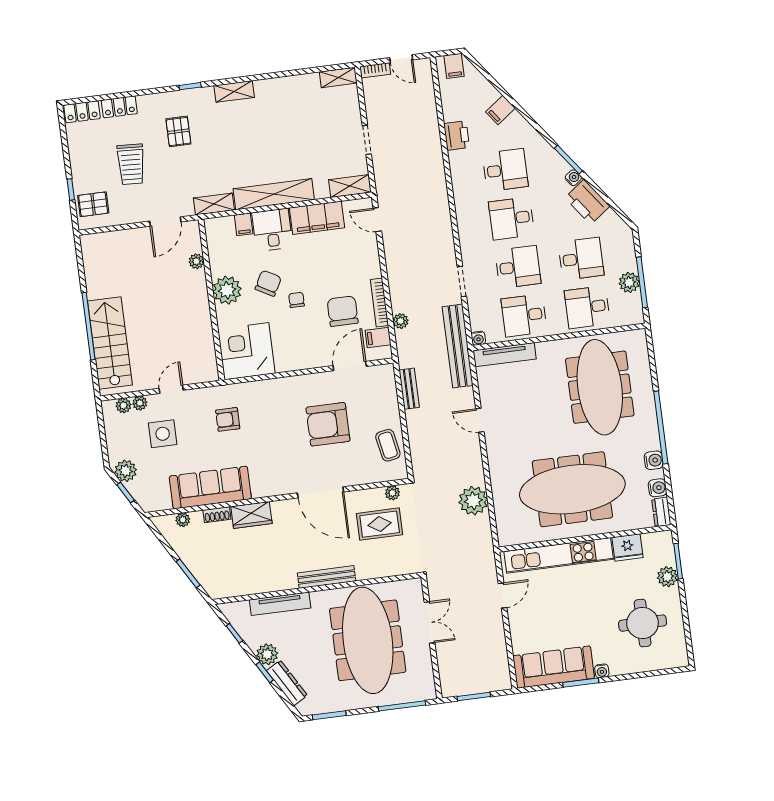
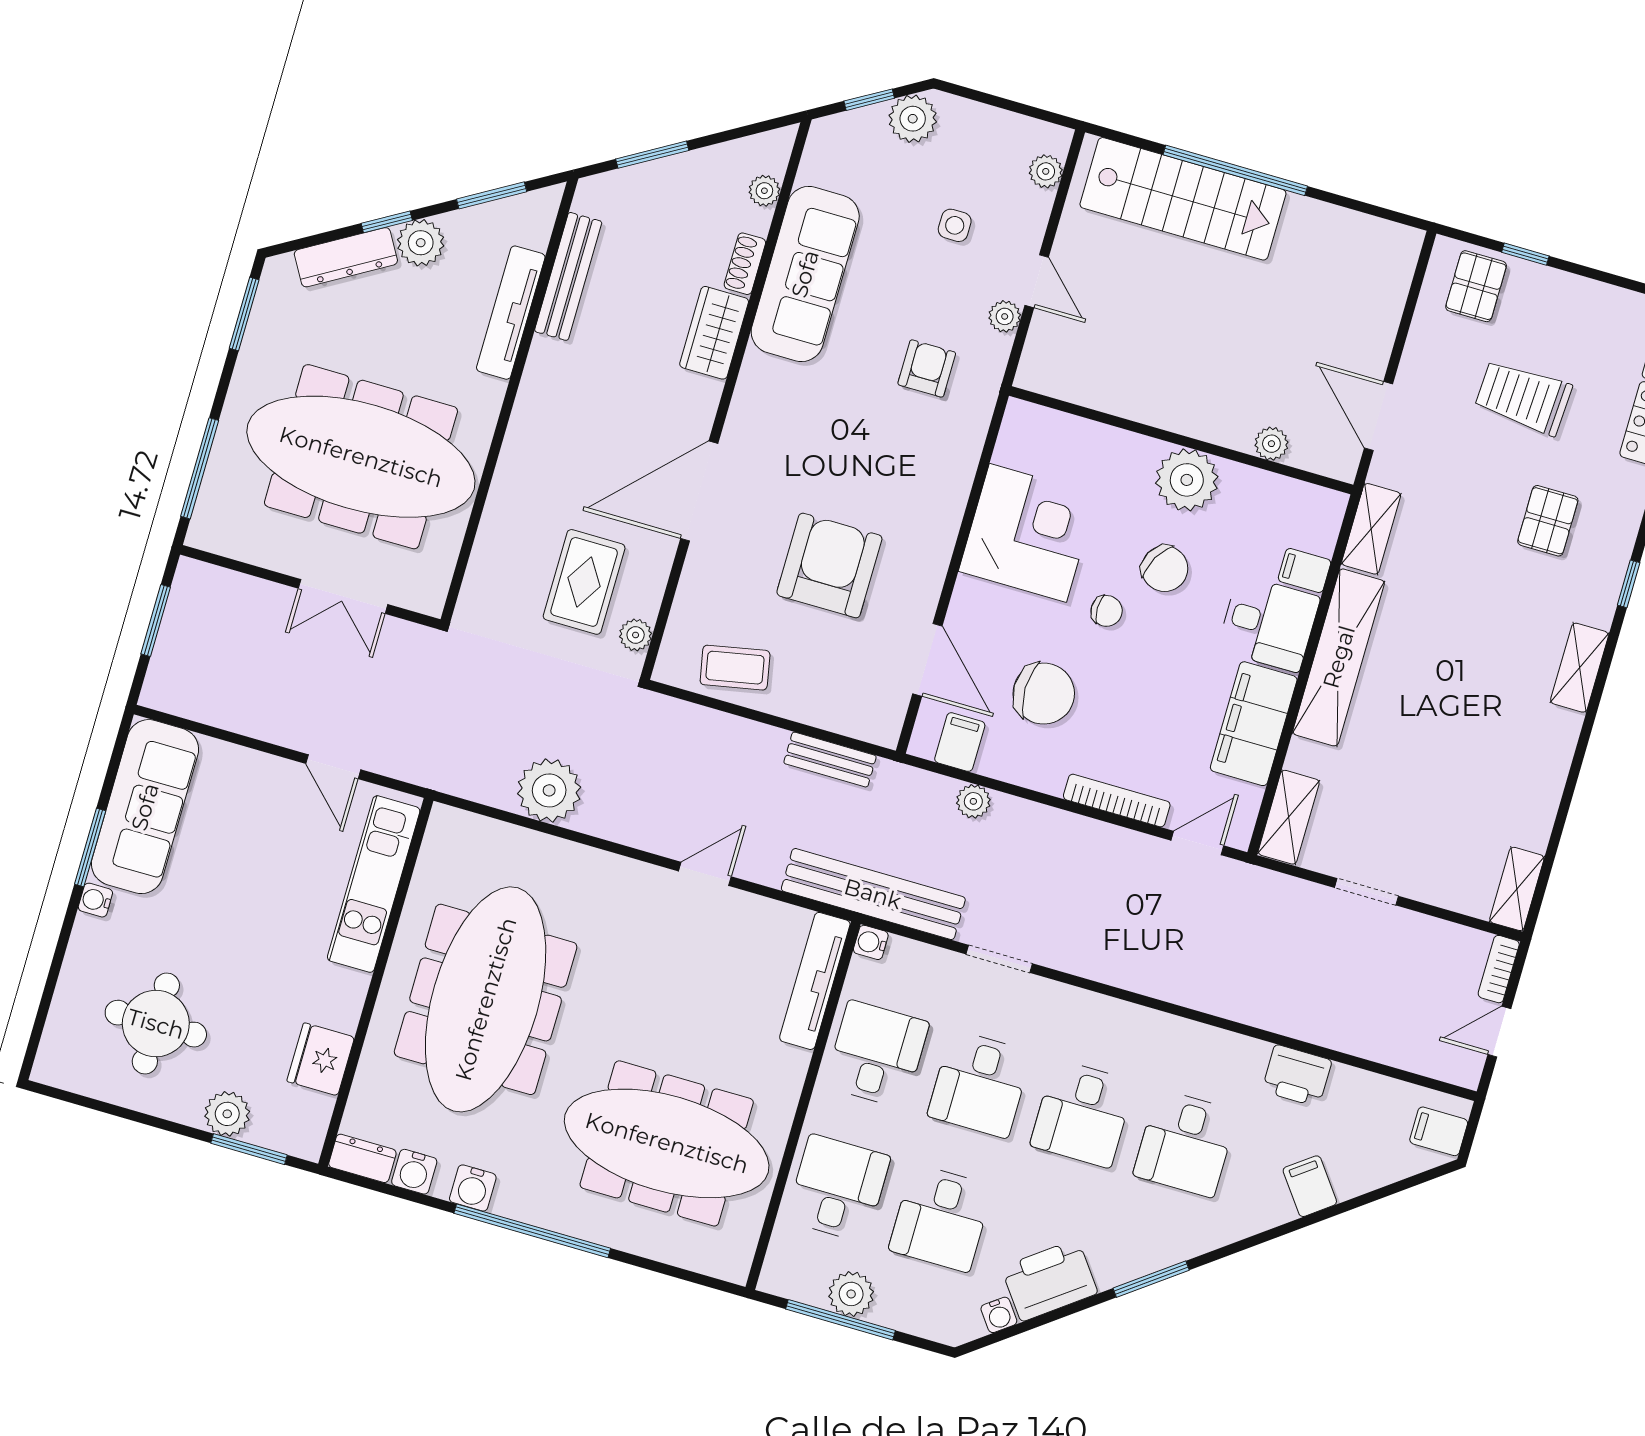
pallet: (178, 131) -> (1548, 521), turned 90
water cooler: (573, 178) -> (999, 1315), moved
desk: (511, 218) -> (1082, 1114), turned 180
bookcase: (379, 303) -> (1117, 801), moved
corner desk: (246, 351) -> (1028, 533), moved
plant: (140, 403) -> (1005, 316), moved
side table: (163, 434) -> (955, 225), width x0.54, depth x0.54
kitchen unit: (559, 555) -> (374, 884), width x0.73
bench: (327, 577) -> (568, 276), moved
window: (234, 633) -> (492, 195), width x1.50

